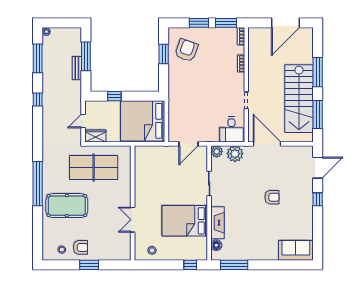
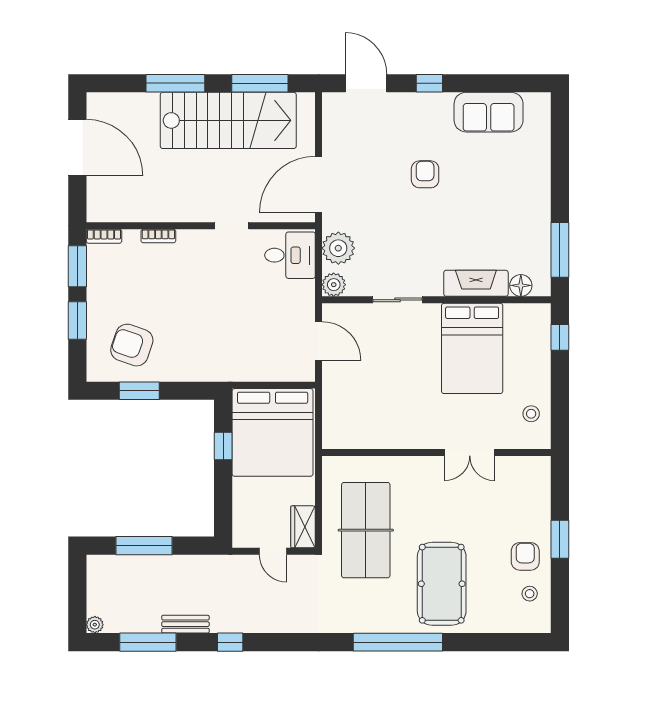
bench: (77, 68) -> (185, 624), moved
window: (114, 96) -> (223, 446), moved
sofa: (296, 250) -> (489, 112), moved, turned -90

